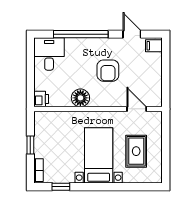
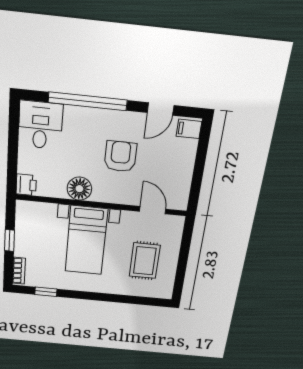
door: (132, 34) -> (161, 109), swing flipped
armchair: (108, 71) -> (120, 156), turned 180
bed with nightstands: (99, 155) -> (86, 240), moved, turned 180

